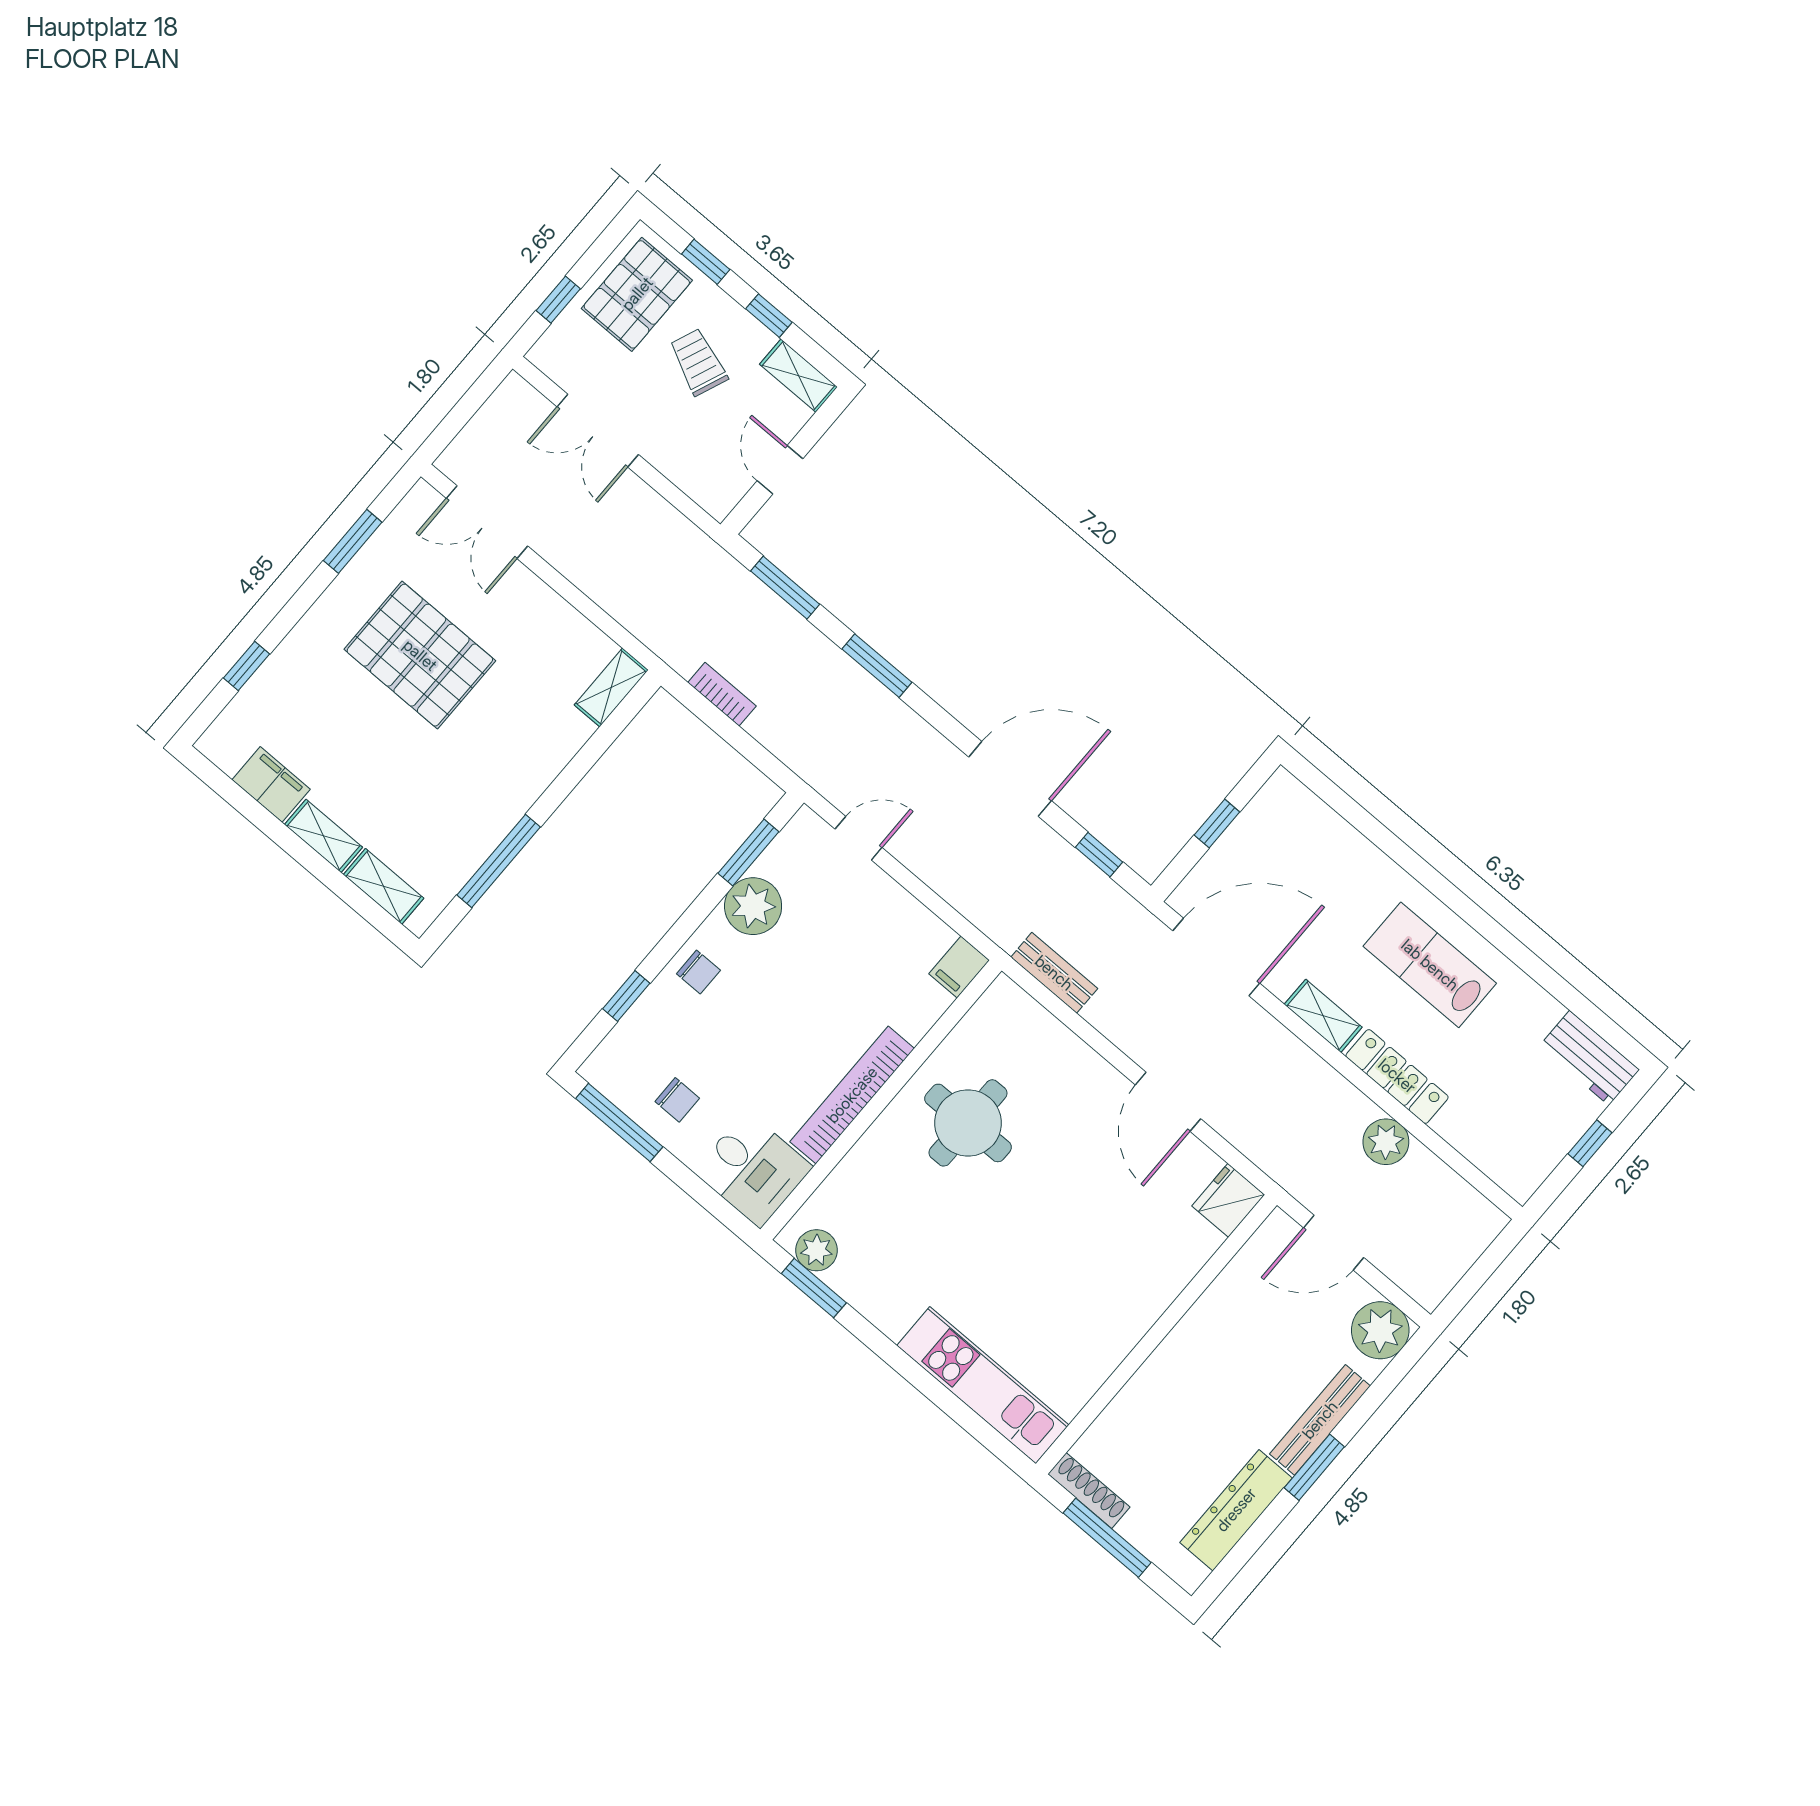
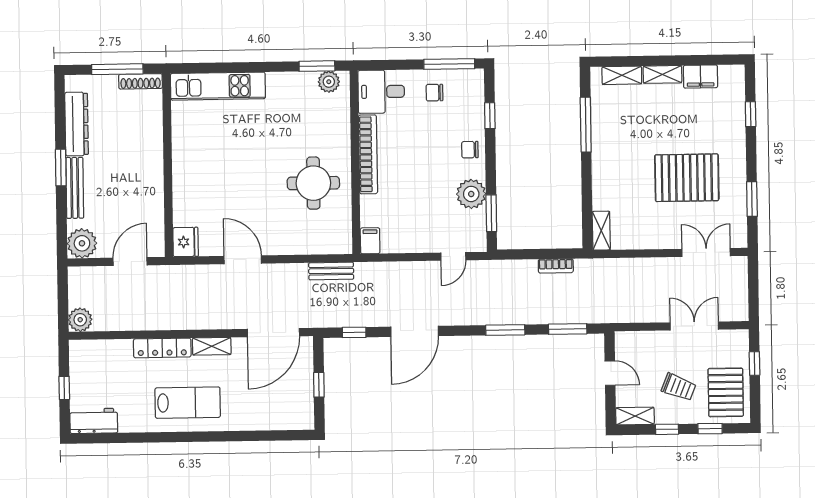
plant: (1386, 1142) -> (80, 320), moved

